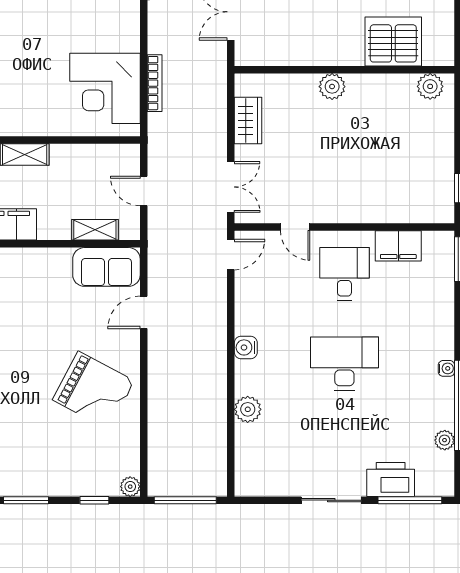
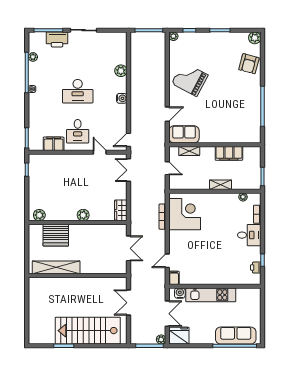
wardrobe: (248, 120) -> (121, 210), moved

